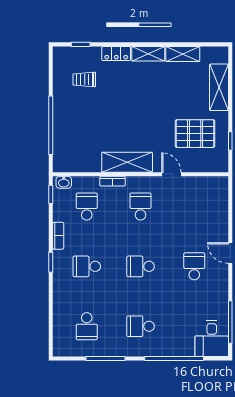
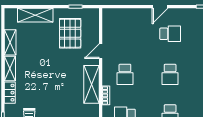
school desk: (140, 206) -> (125, 74), turned -90
school desk: (194, 266) -> (170, 34), turned 180

